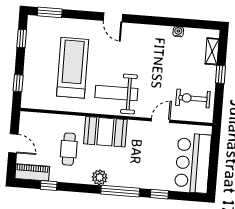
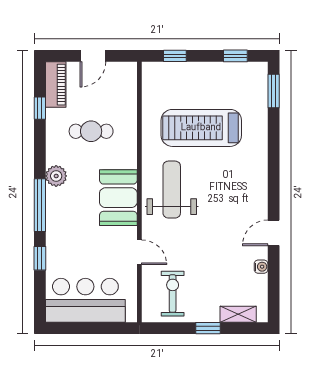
door: (113, 17) -> (274, 233), moved
treadmill: (73, 68) -> (201, 128), turned 180
booth: (105, 132) -> (118, 198), moved

